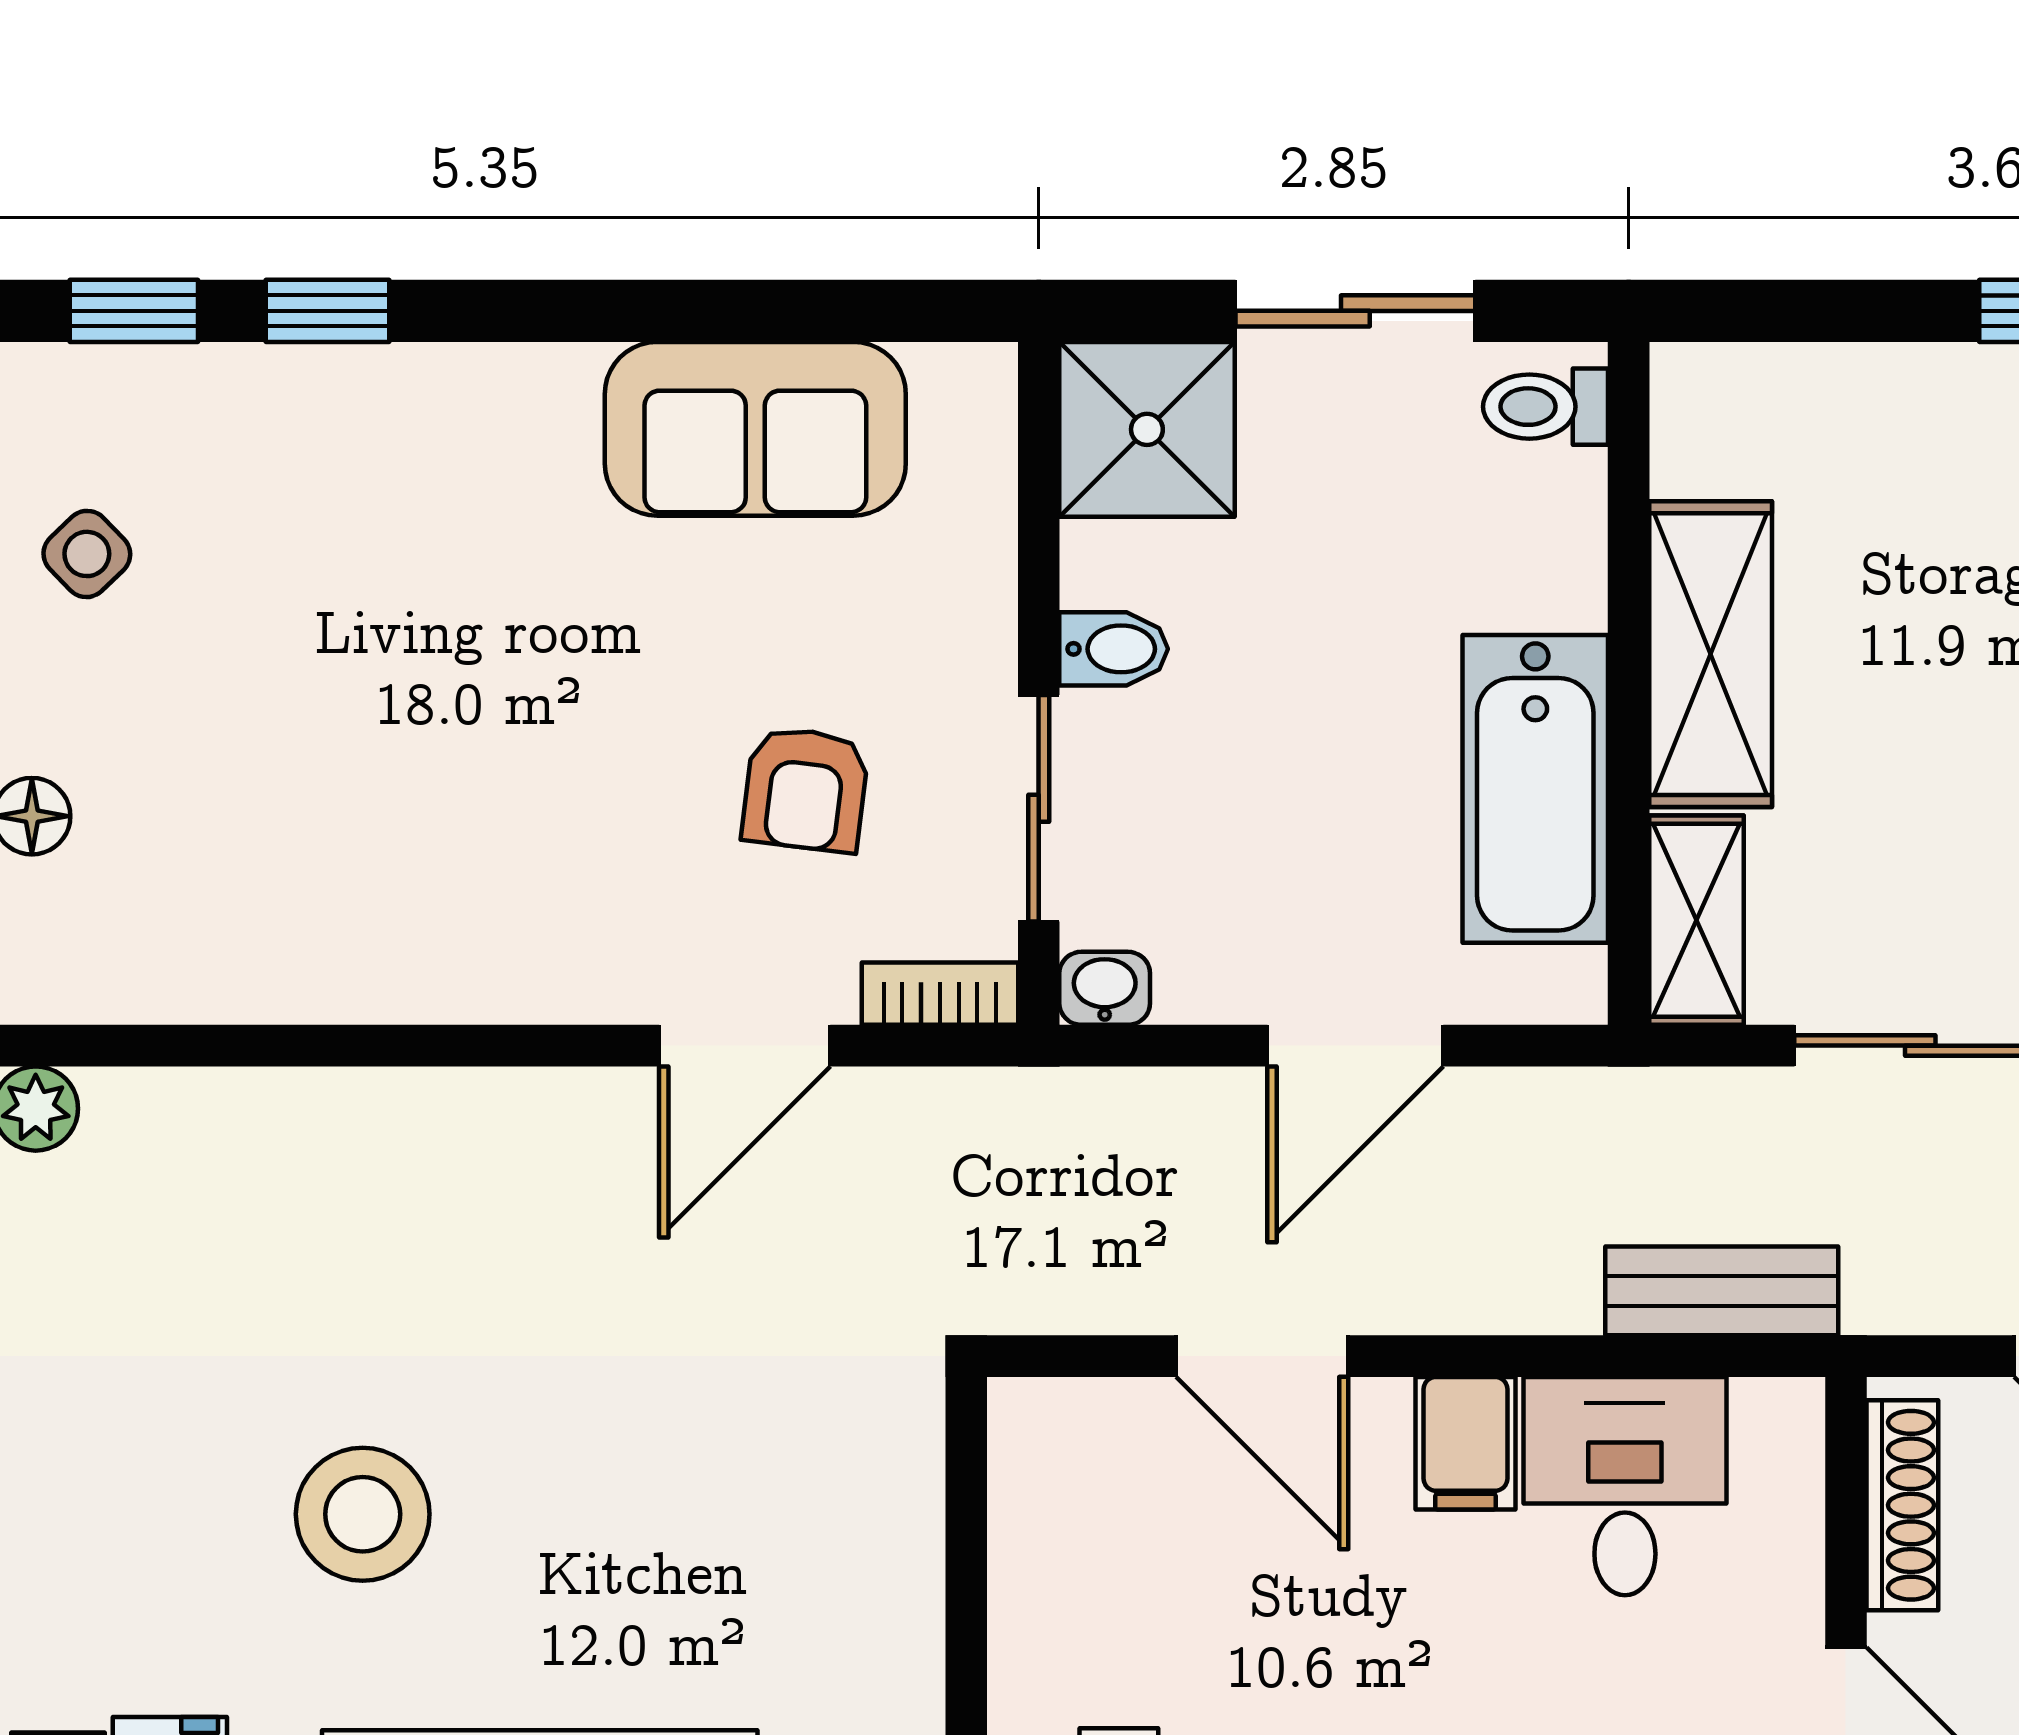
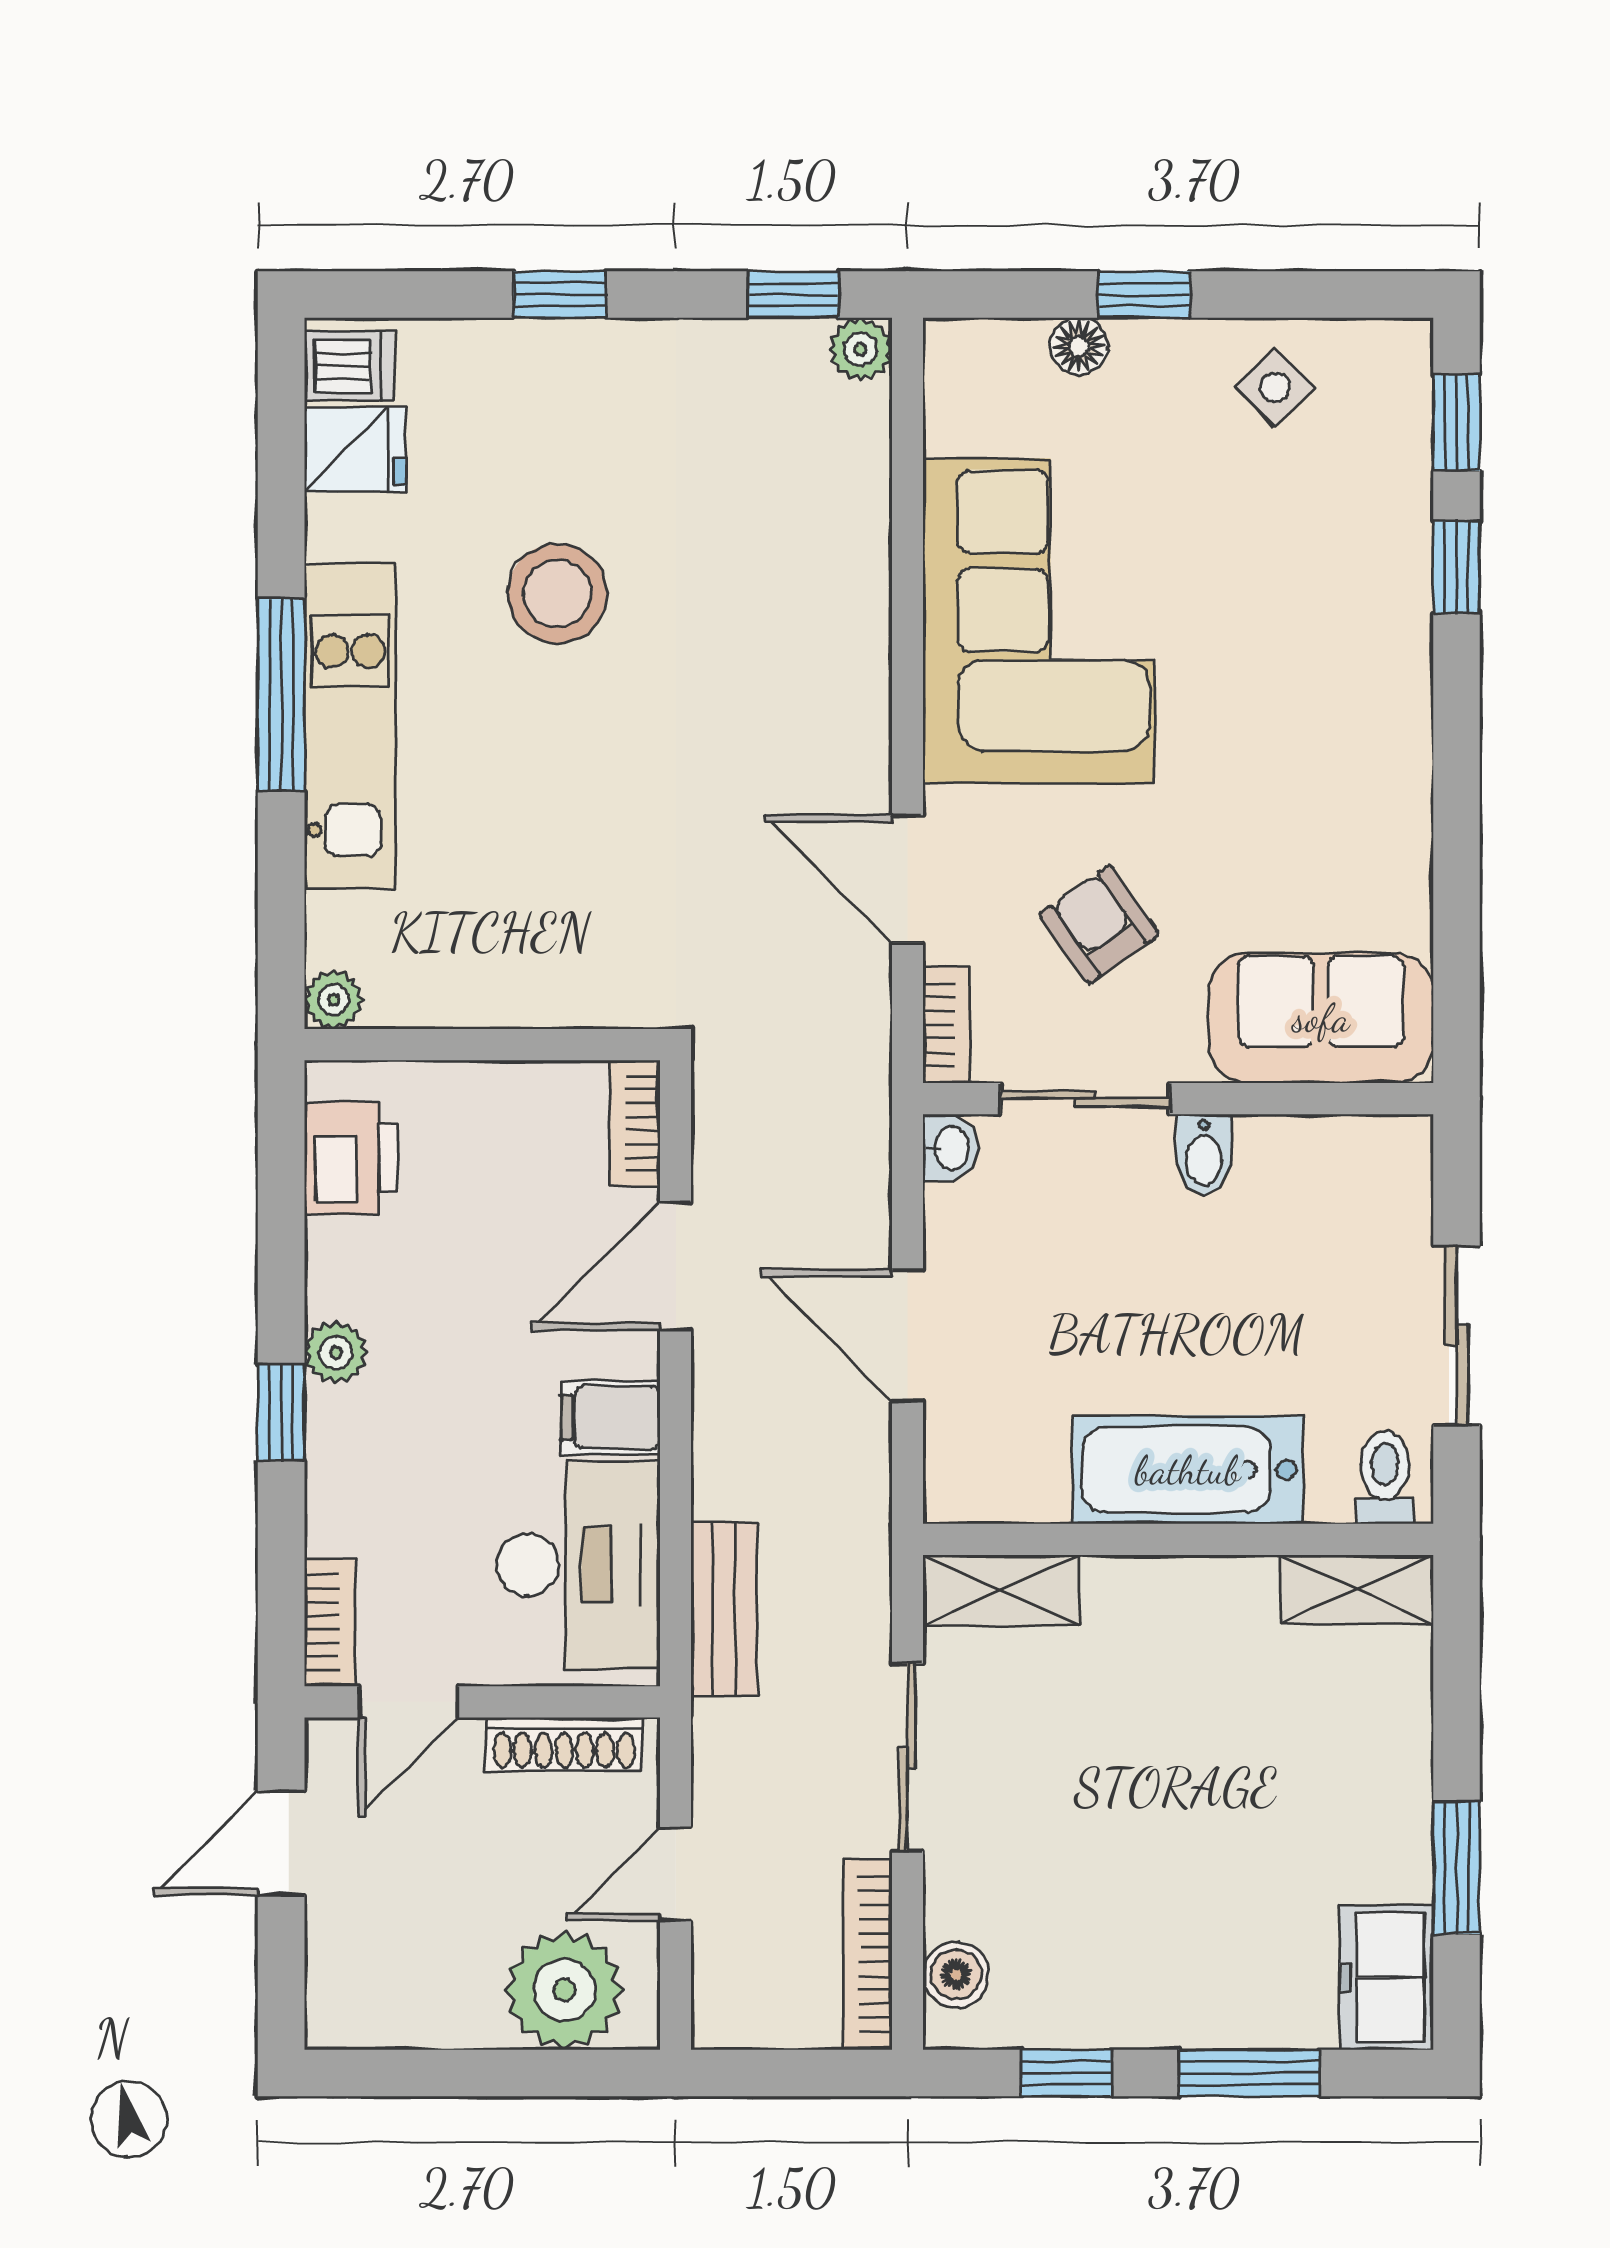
sofa: (755, 429) -> (1321, 1018), moved, turned 90
shower: (1147, 429) -> (1368, 1180), removed
shelving: (1711, 654) -> (1357, 1589), moved, width x0.67, depth x0.75
armchair: (805, 789) -> (1099, 924), turned 48
bathtub: (1535, 789) -> (1188, 1470), moved
corner sofa: (399, 870) -> (1039, 621), added
bookcase: (1072, 1411) -> (635, 1123), added
desk: (1625, 1486) -> (578, 1565), width x1.37

